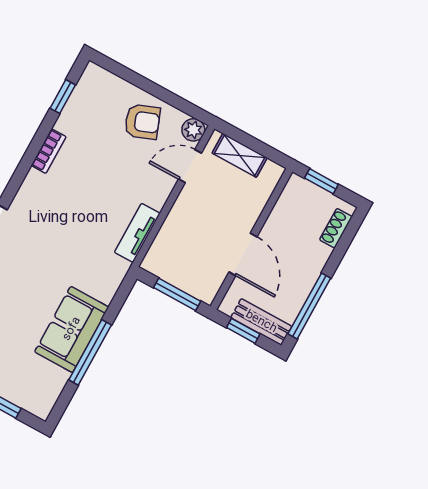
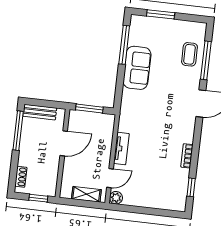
armchair: (142, 122) -> (144, 191), removed
tv unit: (137, 233) -> (121, 149), moved
door: (243, 254) -> (64, 143), swing flipped
window: (243, 331) -> (47, 104), removed
window: (90, 352) -> (124, 45), moved

